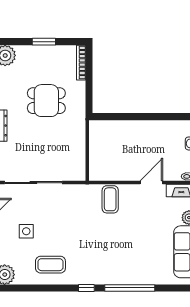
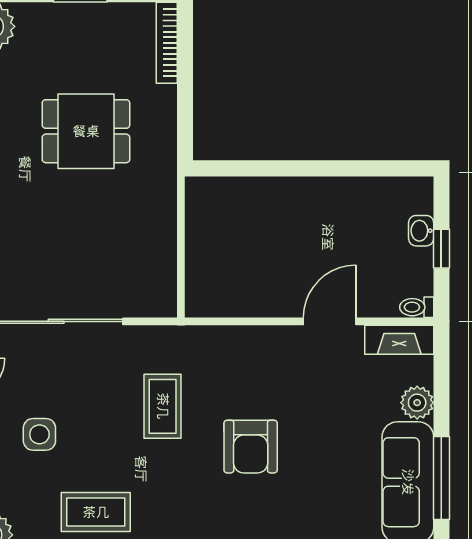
coffee table: (110, 199) -> (163, 406), moved
armchair: (117, 236) -> (251, 447), added

